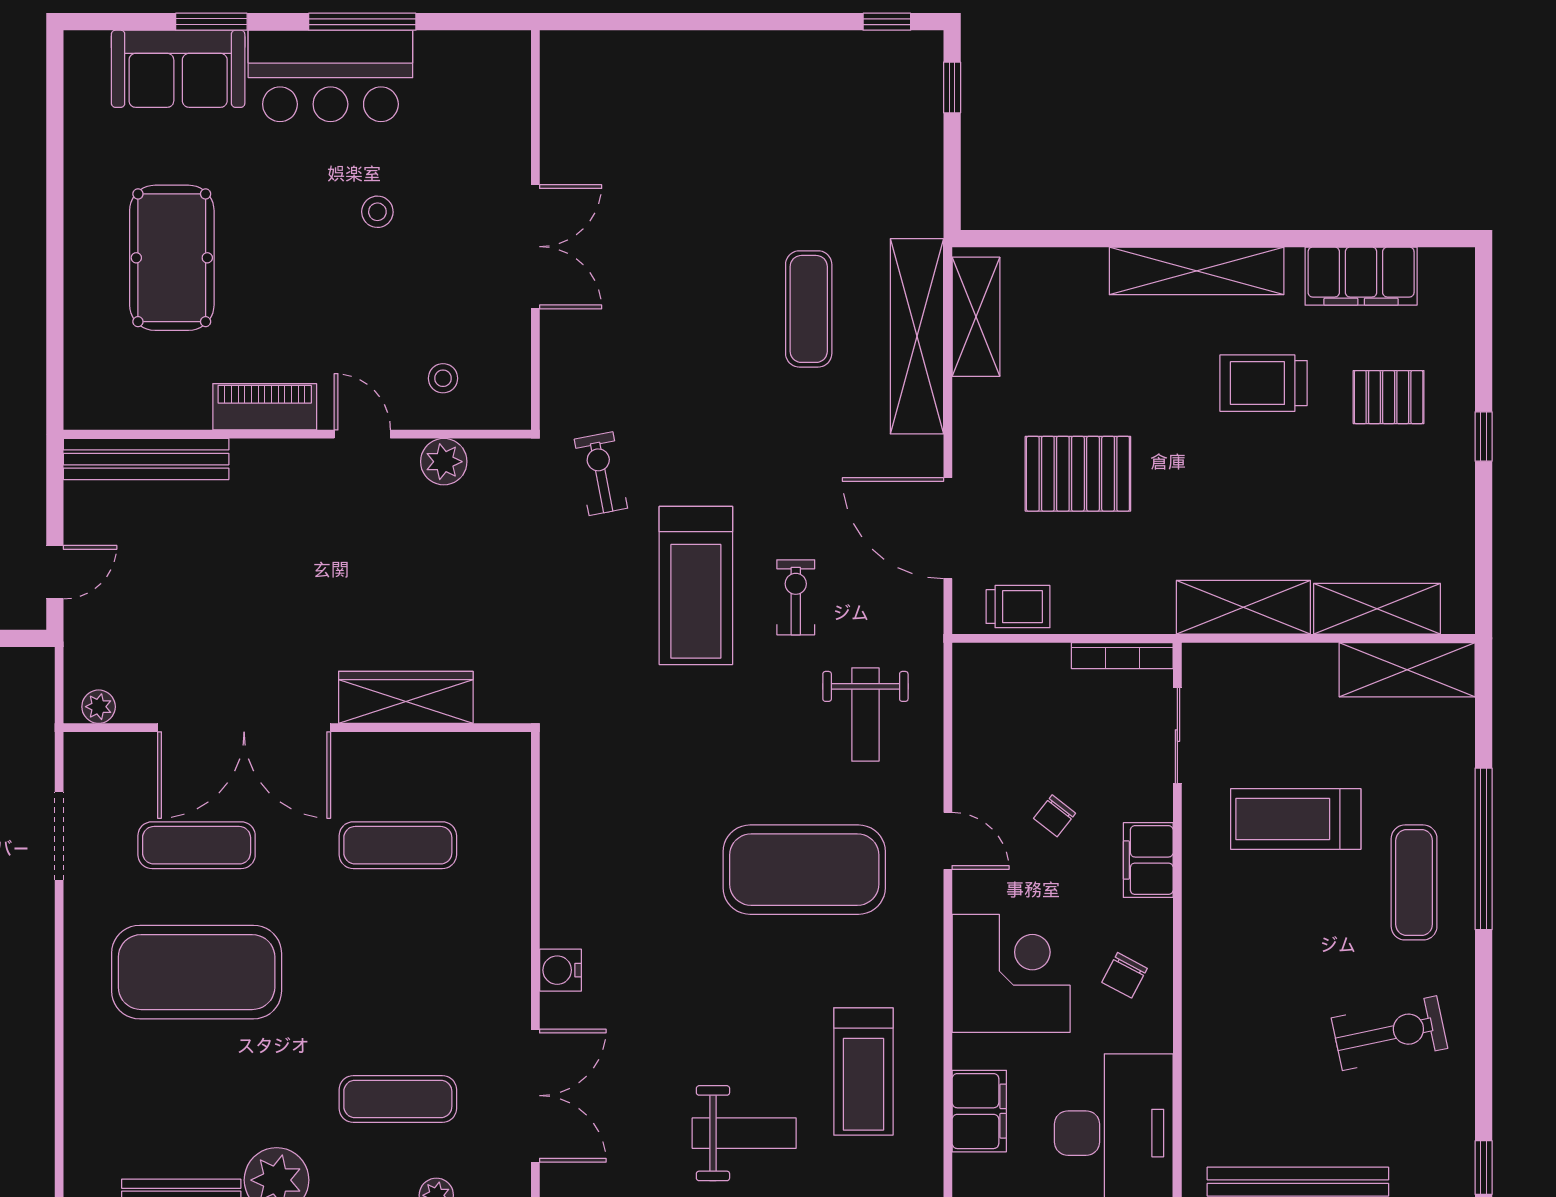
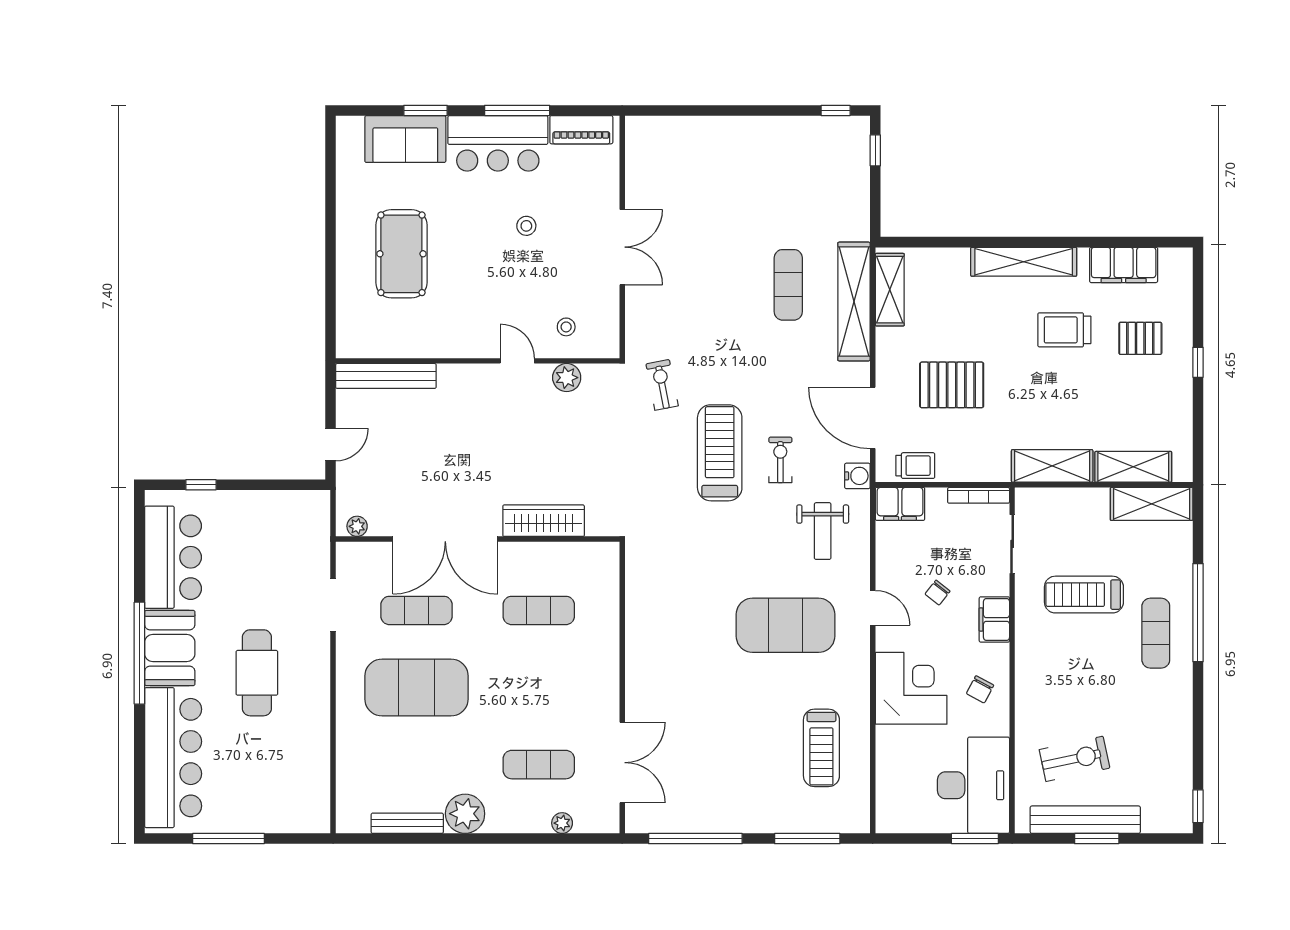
piano: (265, 407) -> (581, 130), moved, turned 180
treadmill: (696, 585) -> (720, 453), turned 180
water cooler: (561, 970) -> (857, 476), moved, turned 180
exercise bike: (1389, 1033) -> (1075, 759), moved
filing cabinet: (979, 1111) -> (900, 504), moved, turned 90
weight bench: (744, 1133) -> (749, 785), removed

